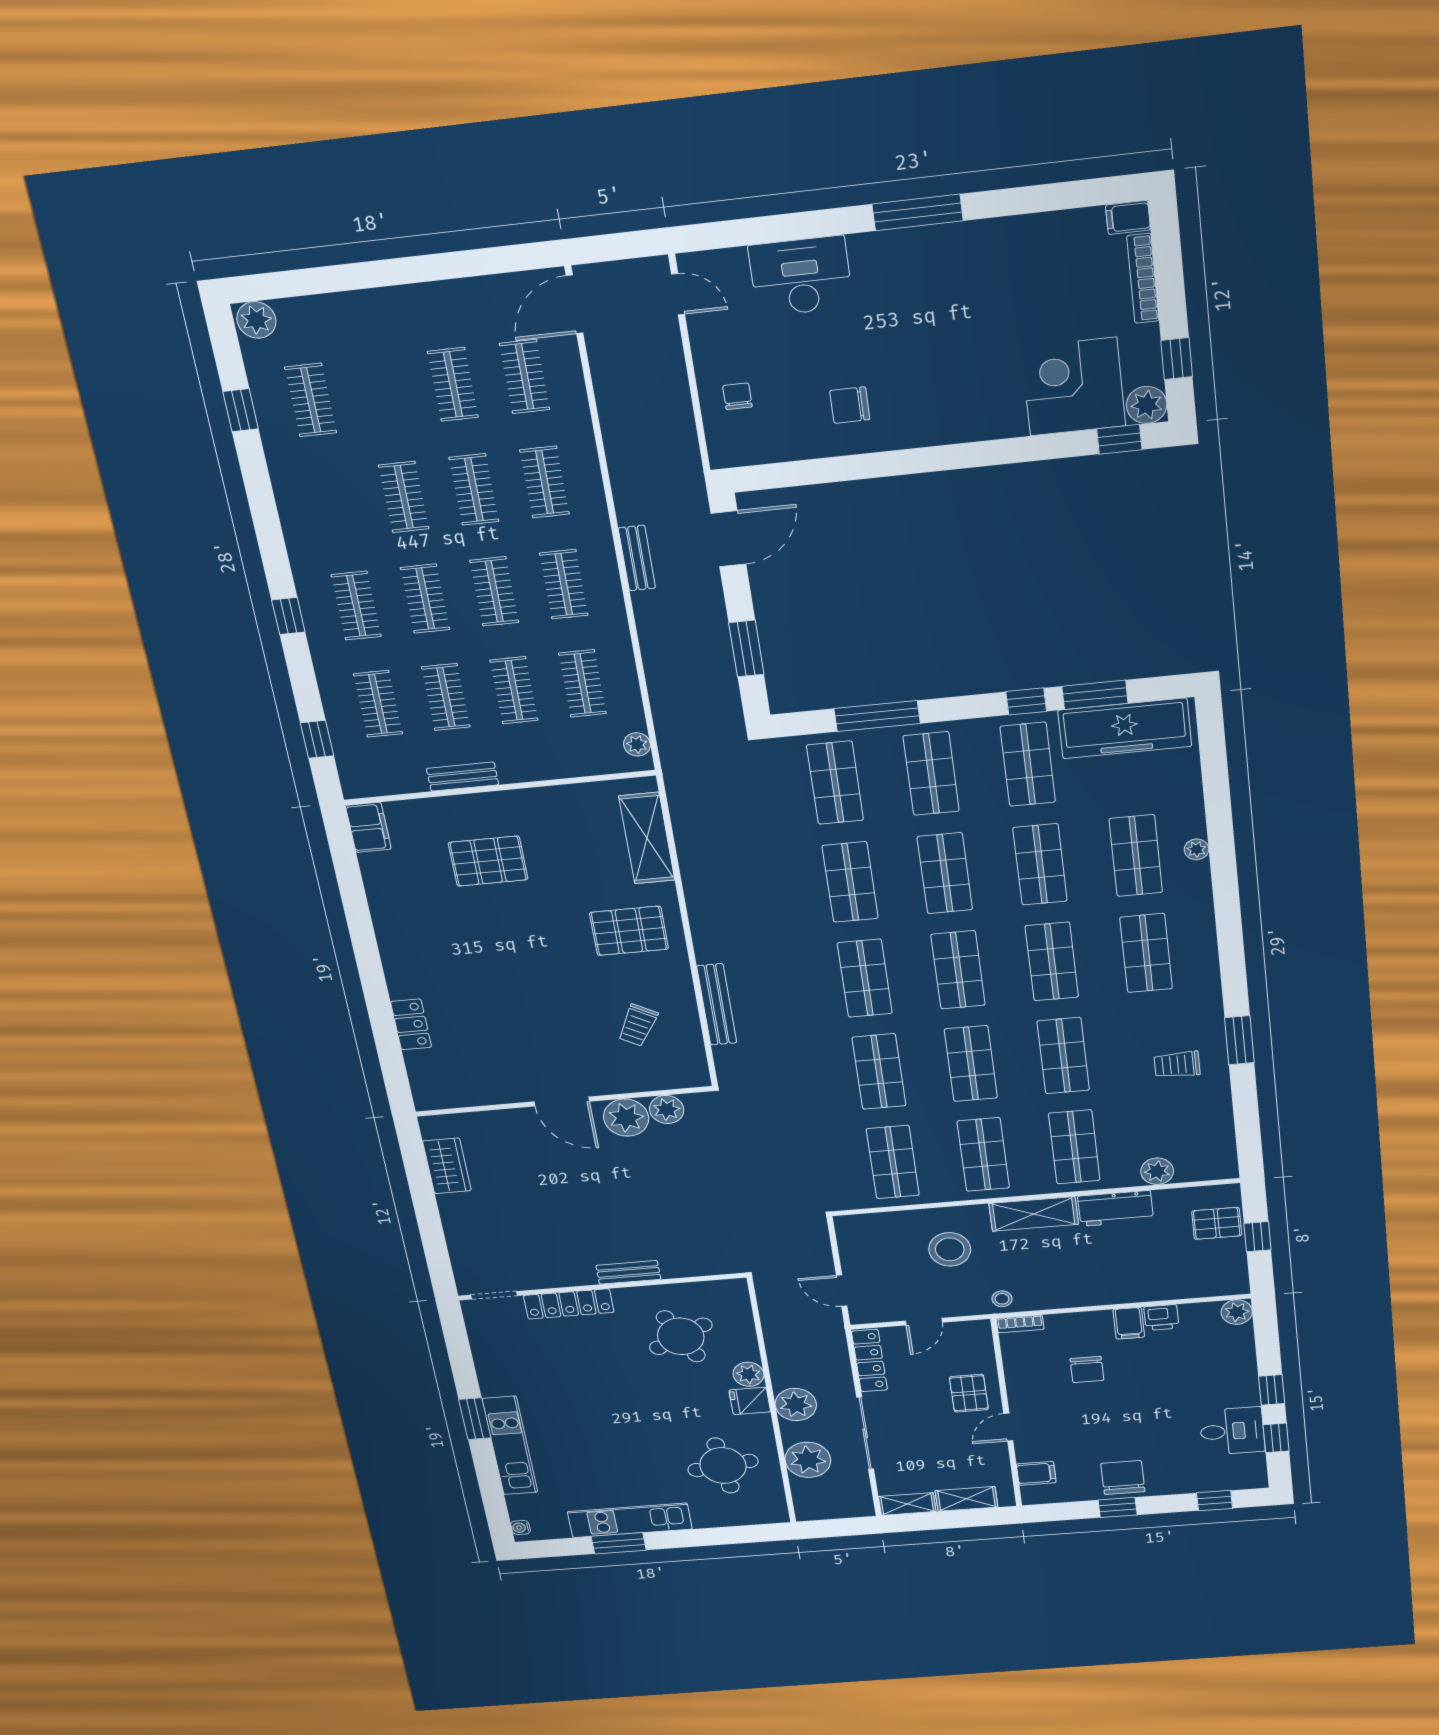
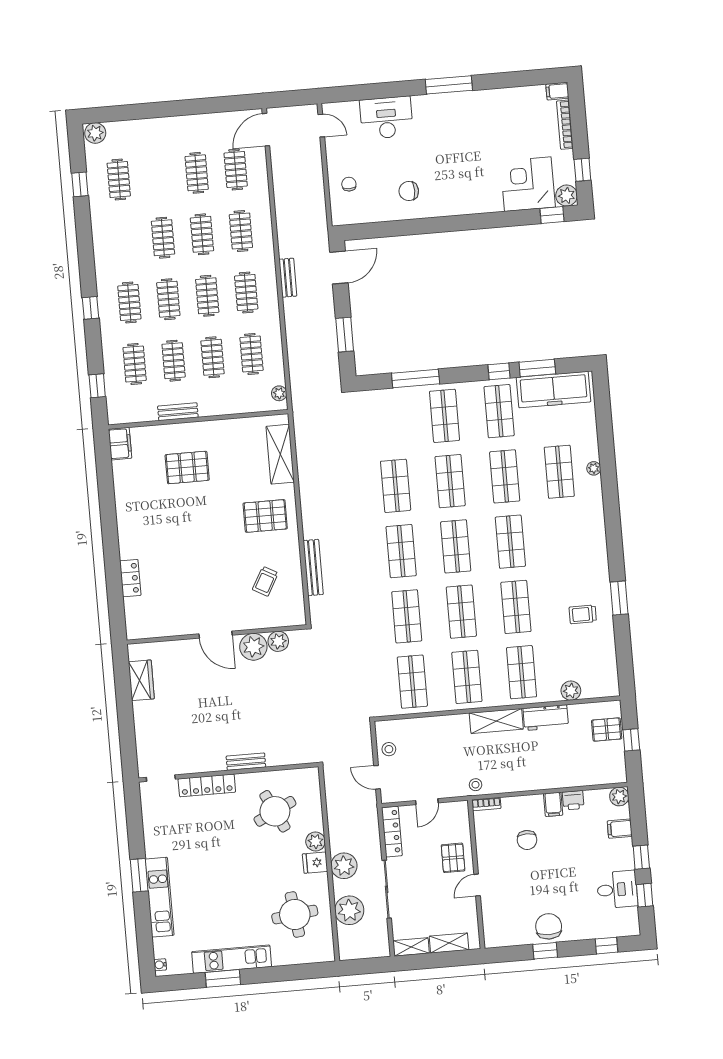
shop shelf: (835, 783) -> (390, 421), removed
shop shelf: (1146, 953) -> (565, 537), removed
stool: (950, 1249) -> (389, 749), moved, width x0.53, depth x0.53
filing cabinet: (1036, 1473) -> (620, 829), moved, turned 180

